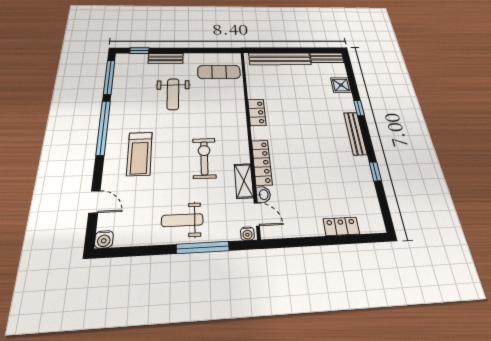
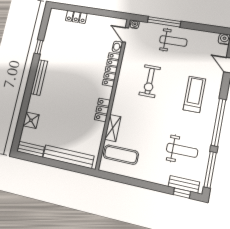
bench: (166, 58) -> (184, 184), moved
weight bench: (173, 94) -> (182, 150), moved, turned 90
window: (359, 108) -> (27, 97), removed
shelving: (244, 181) -> (113, 128), moved

